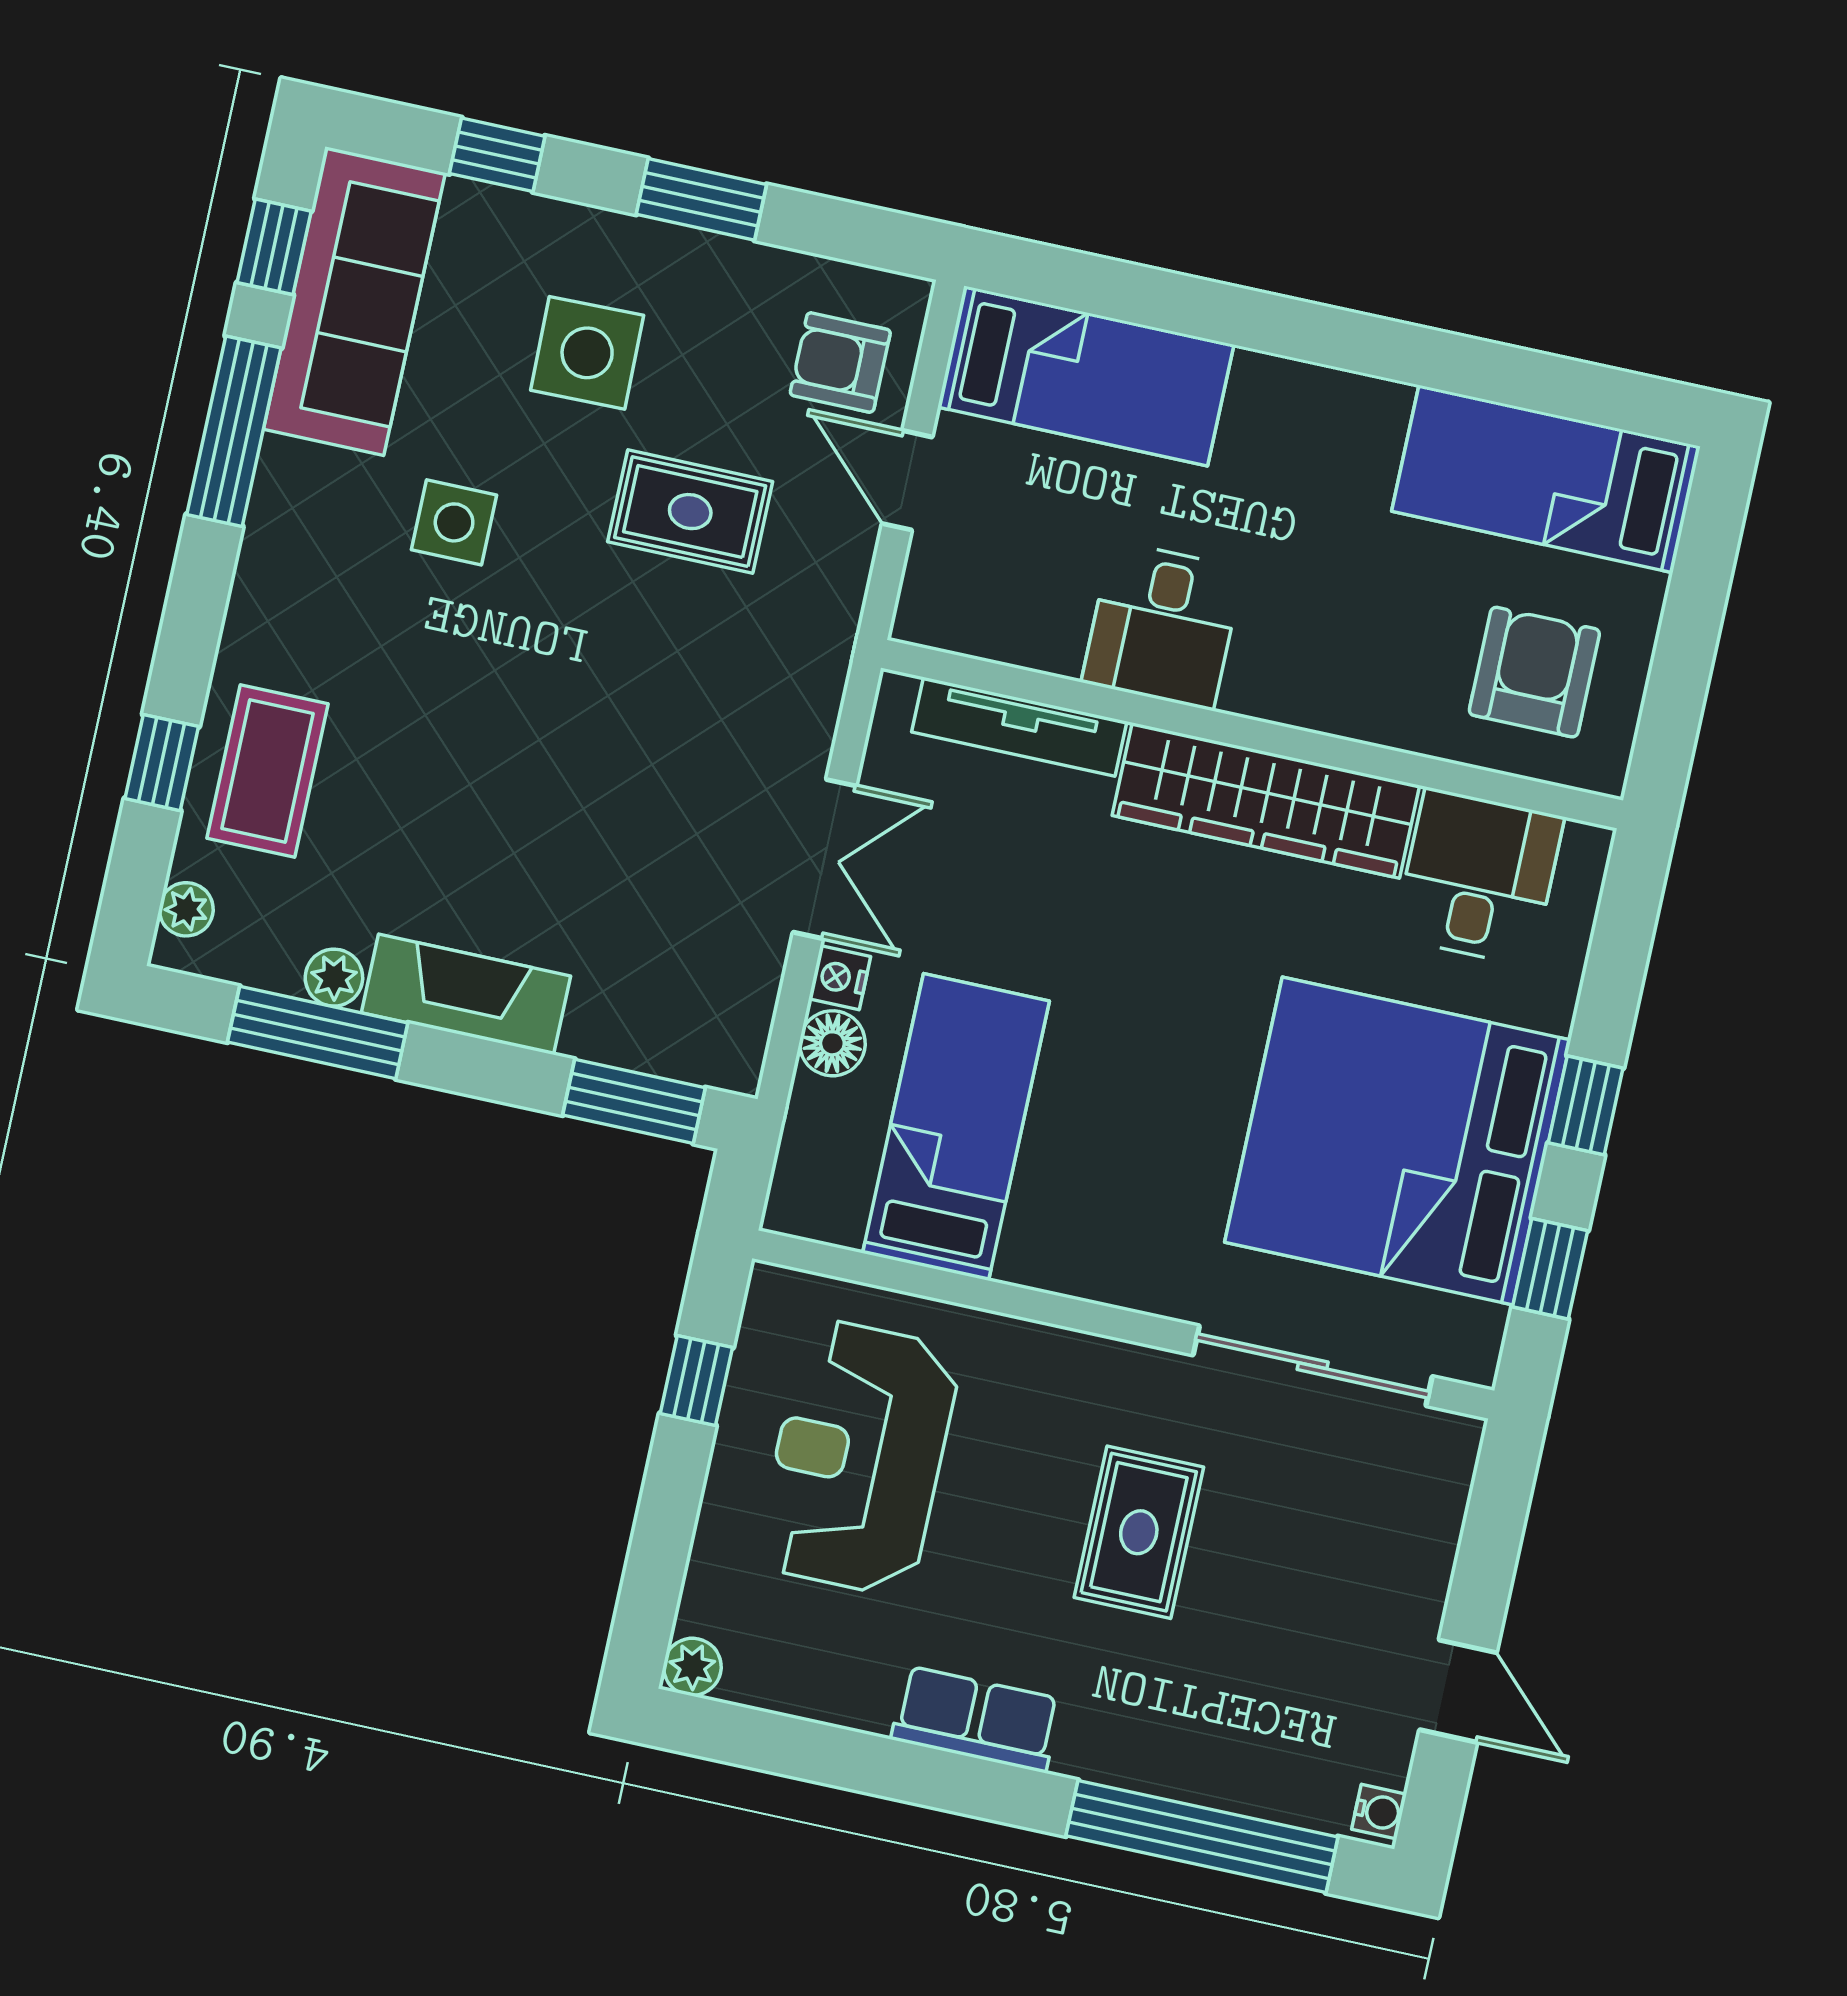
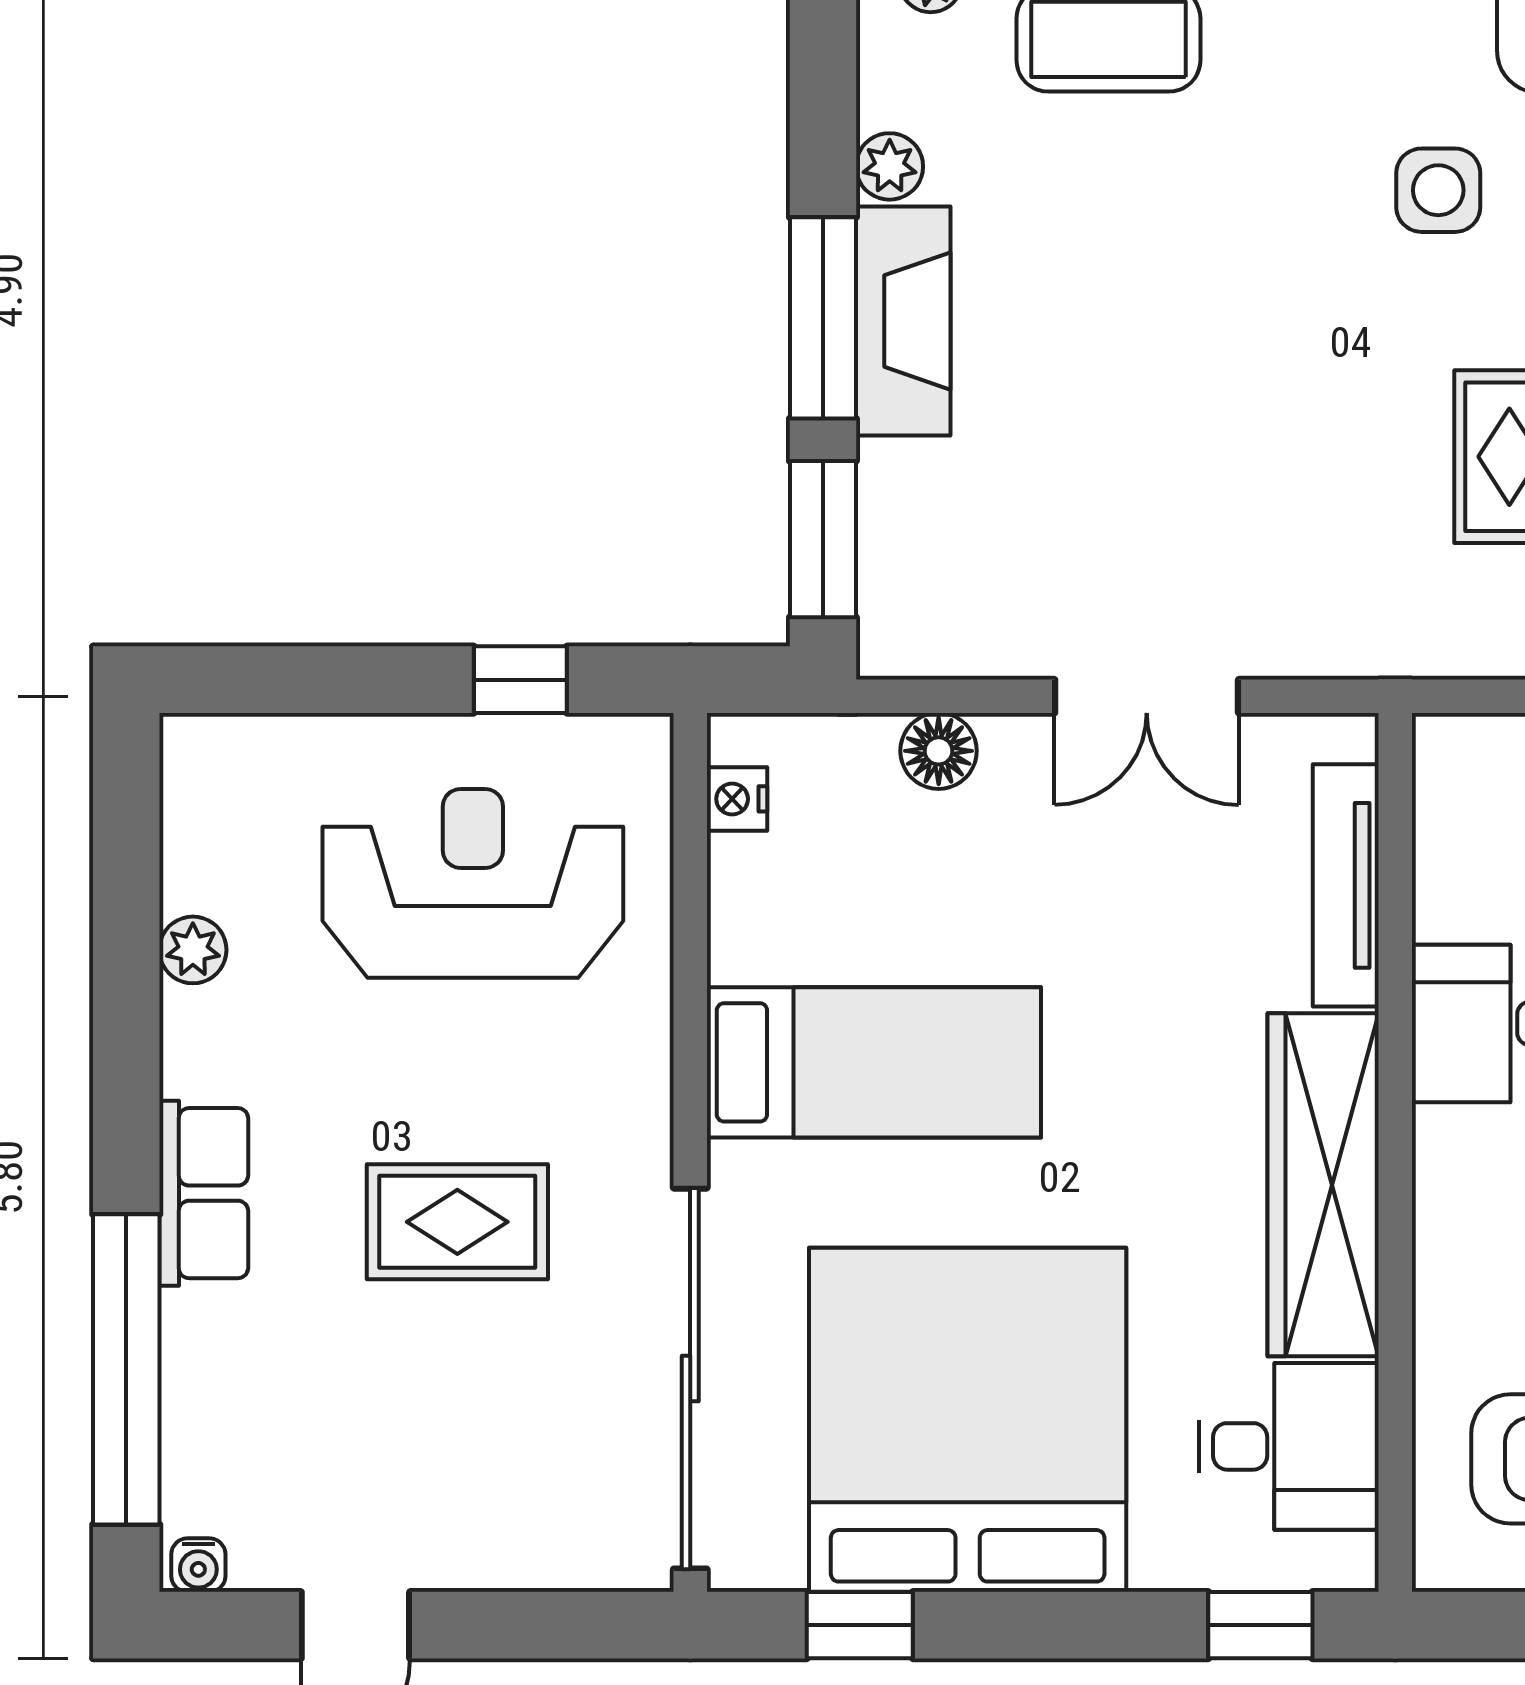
nightstand: (840, 978) -> (737, 799), moved, turned -90
window: (318, 1032) -> (823, 318), moved
window: (1586, 1105) -> (1260, 1625), moved
bed: (956, 1127) -> (874, 1062), moved
sliding door: (1313, 1366) -> (690, 1379), width x1.36
plant: (692, 1667) -> (193, 950), moved
row of seats: (976, 1719) -> (204, 1193), moved

